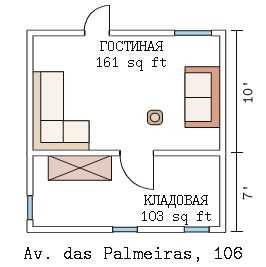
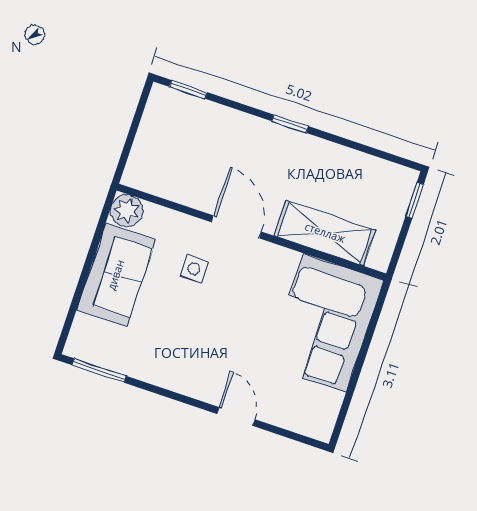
door: (97, 33) -> (236, 417), swing flipped
plant: (210, 140) -> (127, 211), added

